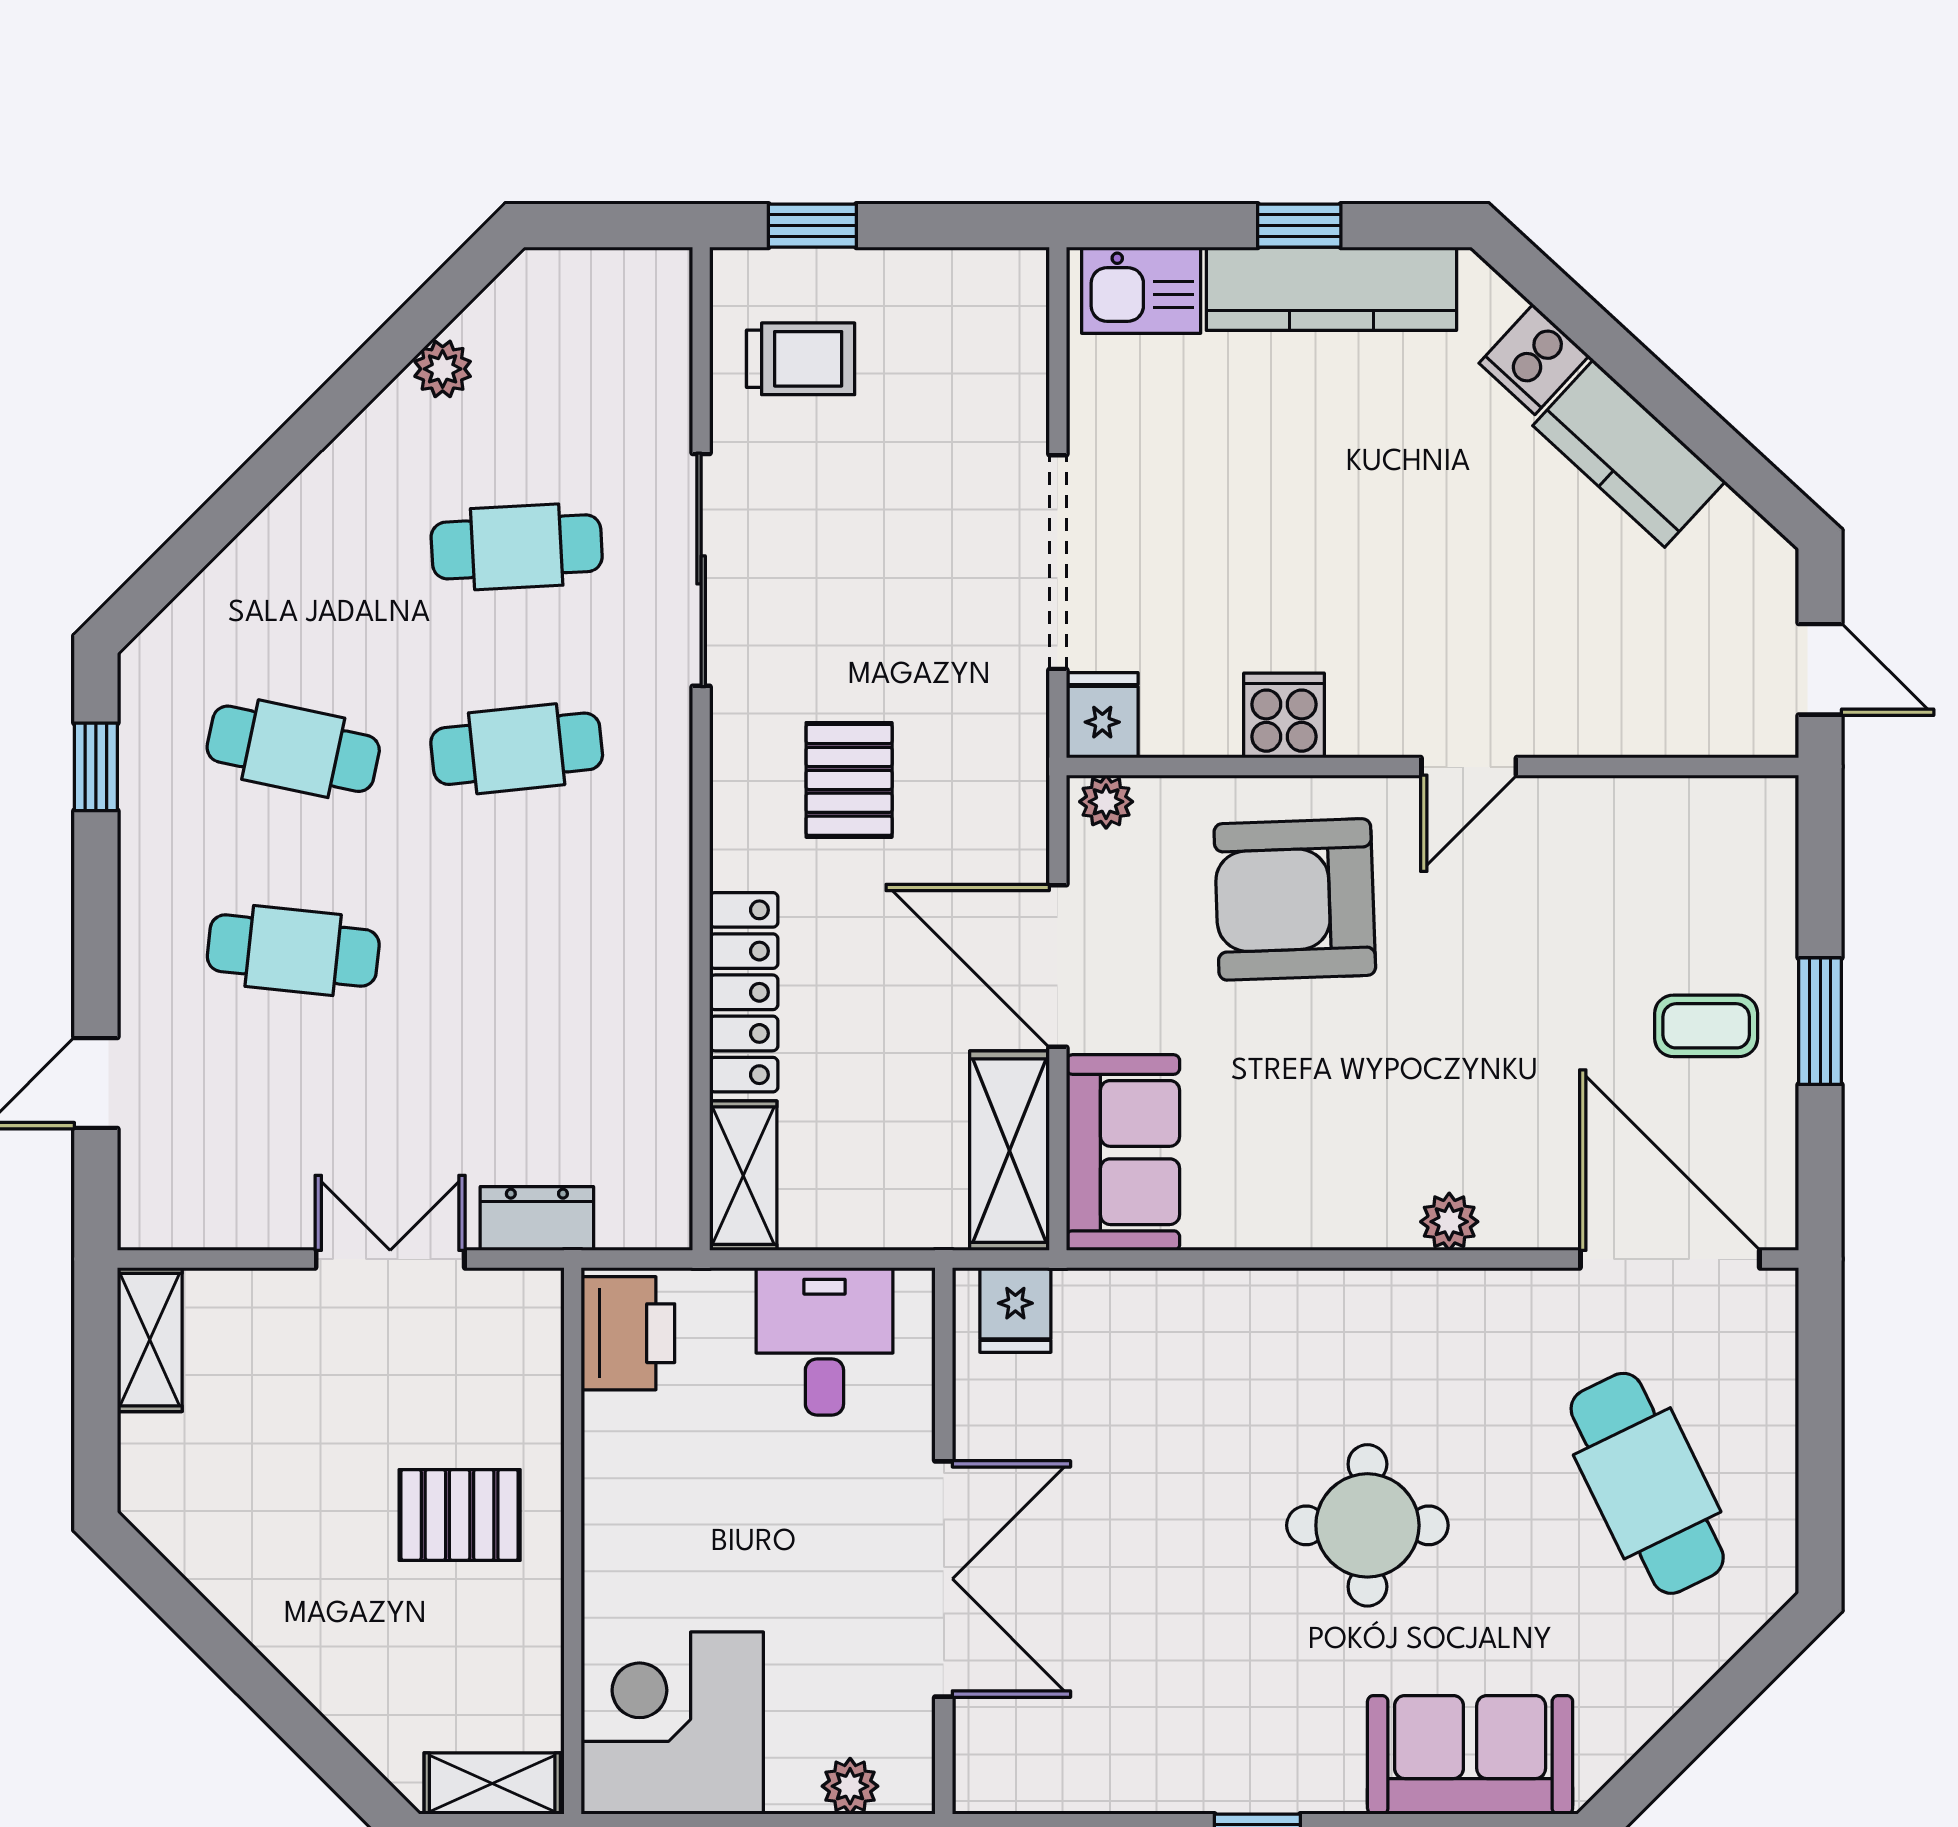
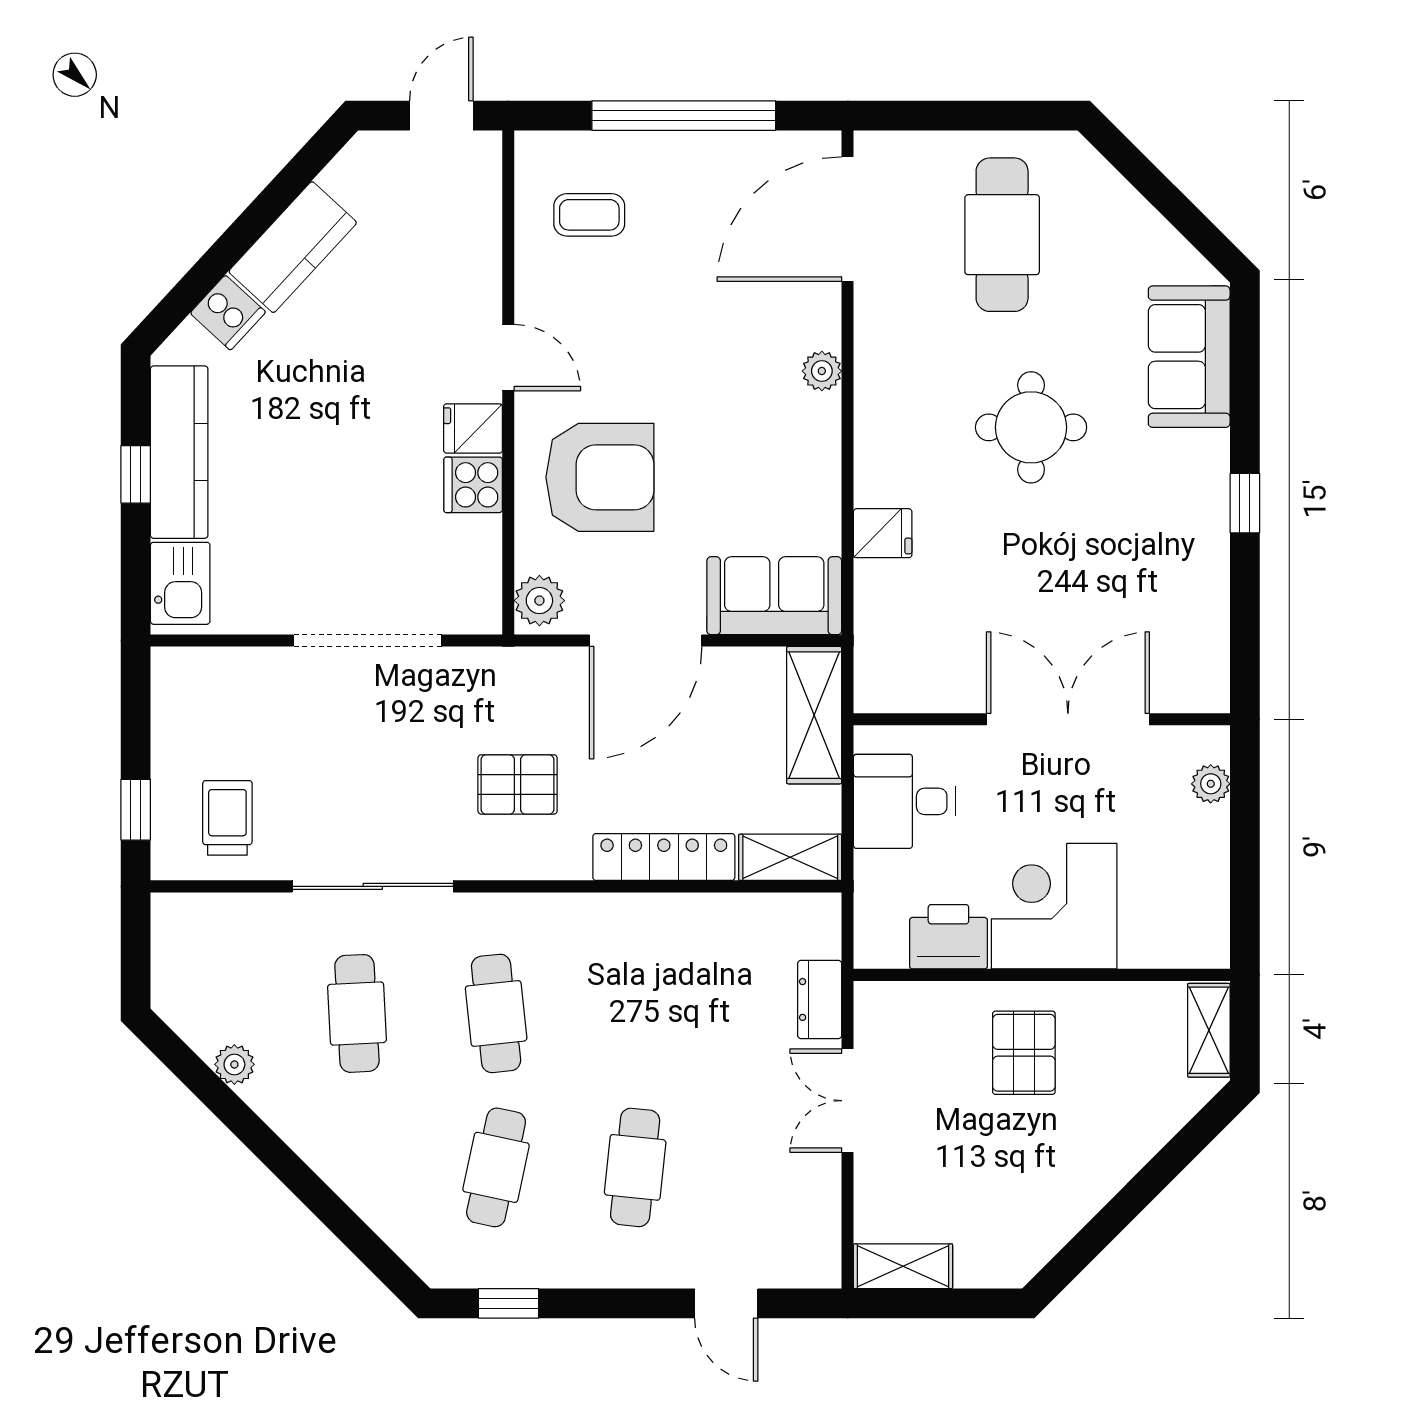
fridge: (1102, 715) -> (473, 428), moved
plant: (1106, 802) -> (539, 601), width x1.38, depth x1.38
armchair: (1295, 899) -> (600, 477), turned -88
window: (1820, 1021) -> (684, 116), width x2.11
coffee table: (1706, 1026) -> (589, 215), moved, turned 90
shelving: (1009, 1151) -> (814, 715), moved, turned 90
fridge: (1015, 1310) -> (883, 533), moved
printer: (628, 1333) -> (948, 937), moved
cafe table: (1647, 1483) -> (1002, 235), turned -64
corner desk: (672, 1723) -> (1054, 906), moved, turned 90

